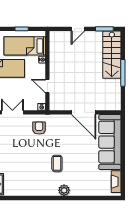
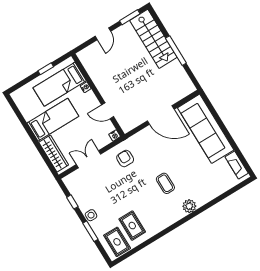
rug: (15, 179) -> (132, 226), added

